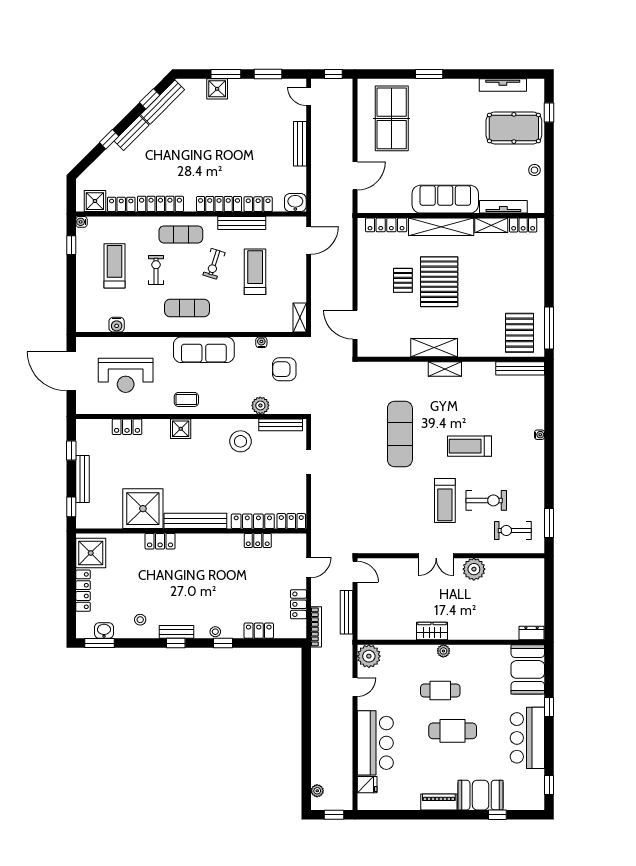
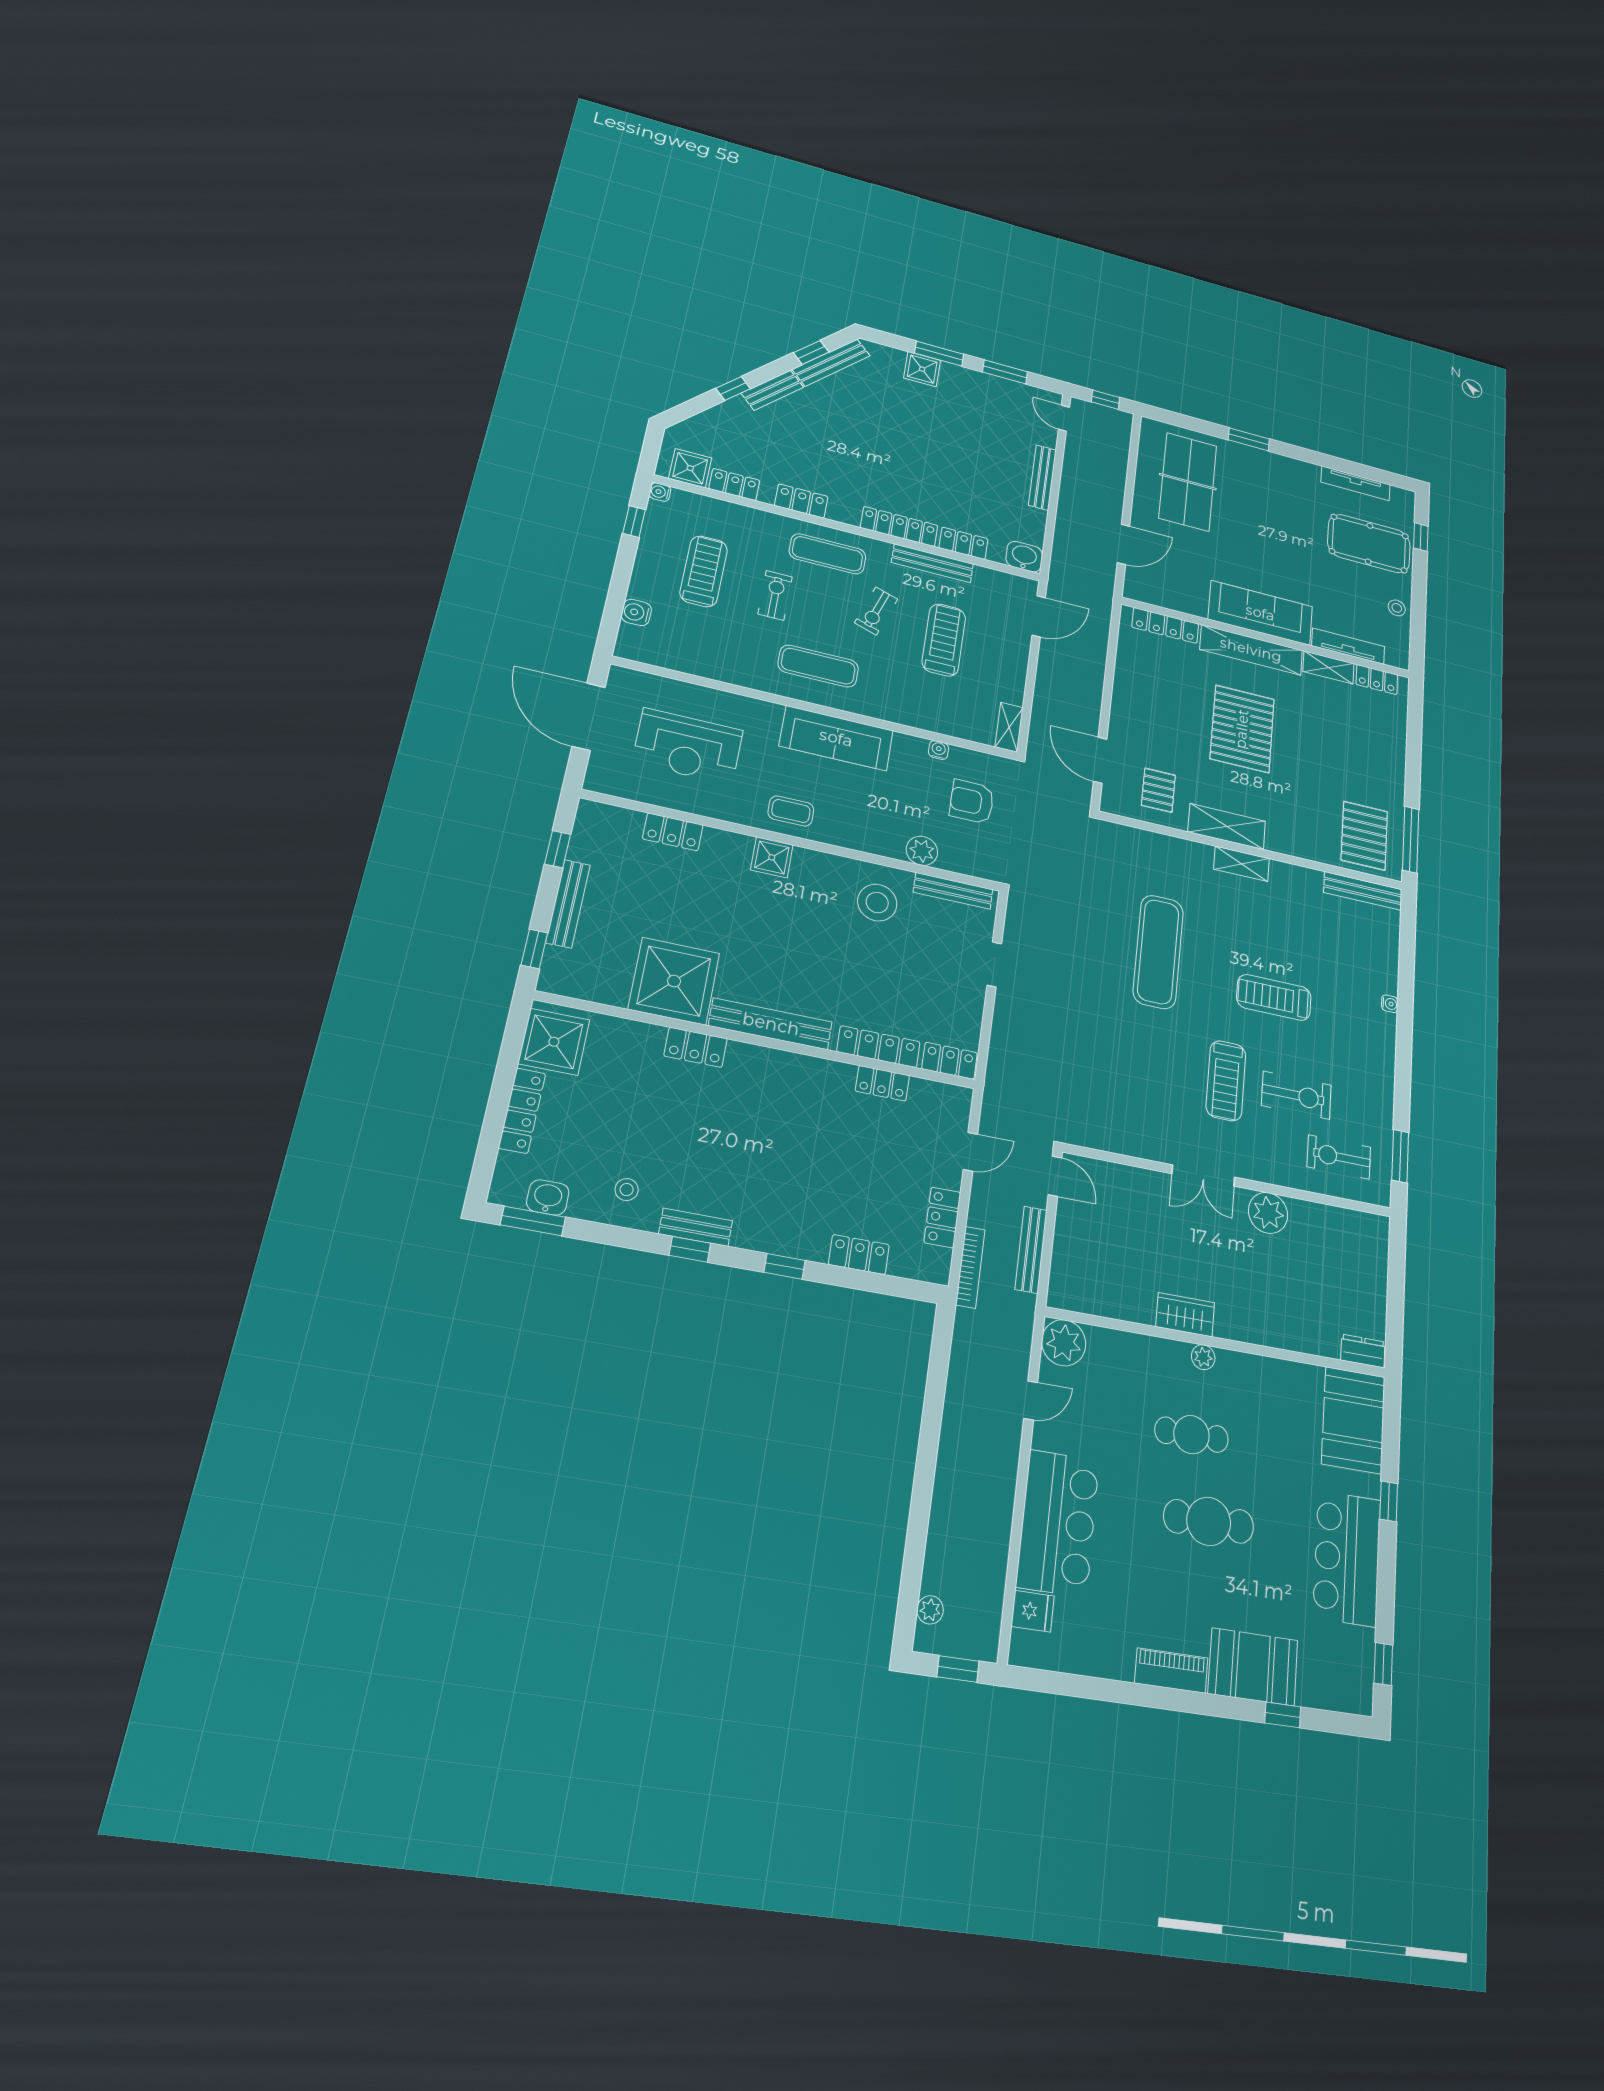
locker: (160, 204) -> (801, 501), width x0.66
pallet: (403, 280) -> (1158, 790), moved
water cooler: (117, 325) -> (636, 612), moved, turned 90
stool: (215, 632) -> (773, 1241), removed

